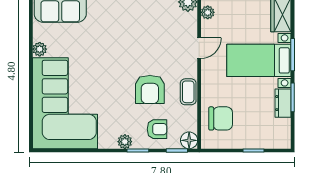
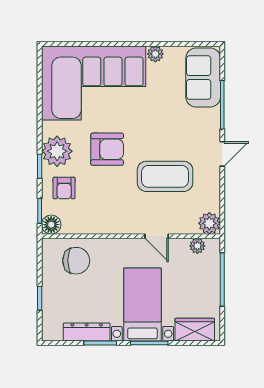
armchair: (150, 89) -> (107, 149), moved, turned 180
coffee table: (188, 92) -> (165, 176), moved, width x1.86, depth x1.72
dresser: (283, 103) -> (87, 332), width x1.44
chair: (221, 118) -> (76, 261), turned -90
plant: (125, 142) -> (57, 151), width x1.88, depth x1.88

